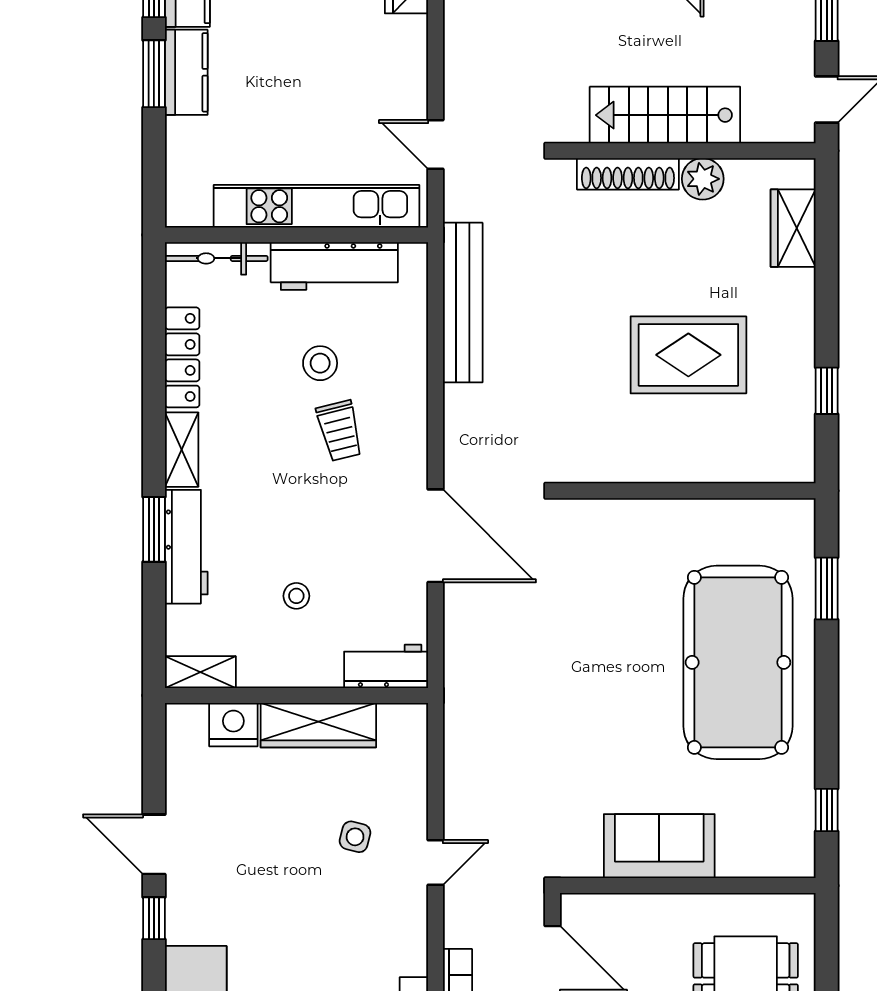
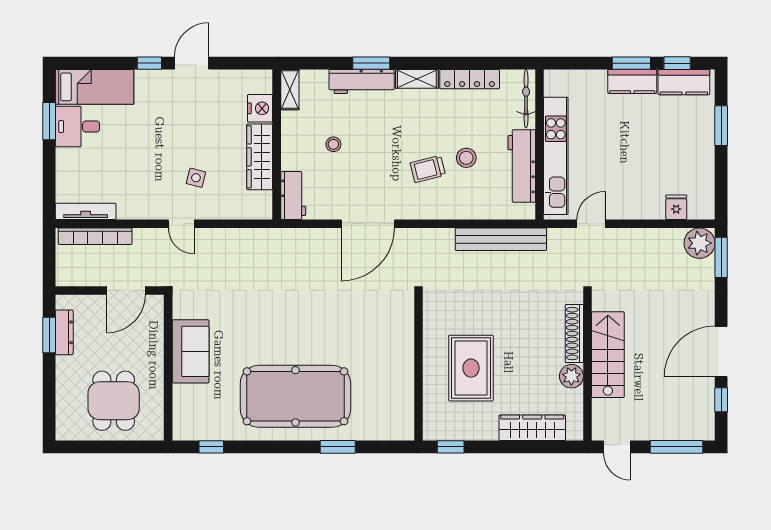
wardrobe: (793, 228) -> (532, 428), width x1.50
wall: (688, 491) -> (418, 368), moved

